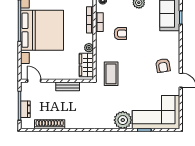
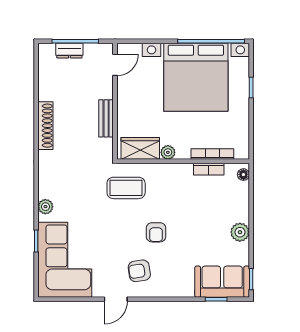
armchair: (120, 34) -> (156, 232), moved
plant: (123, 120) -> (45, 207), width x0.53, depth x0.53
shoe rack: (50, 124) -> (45, 126), moved

